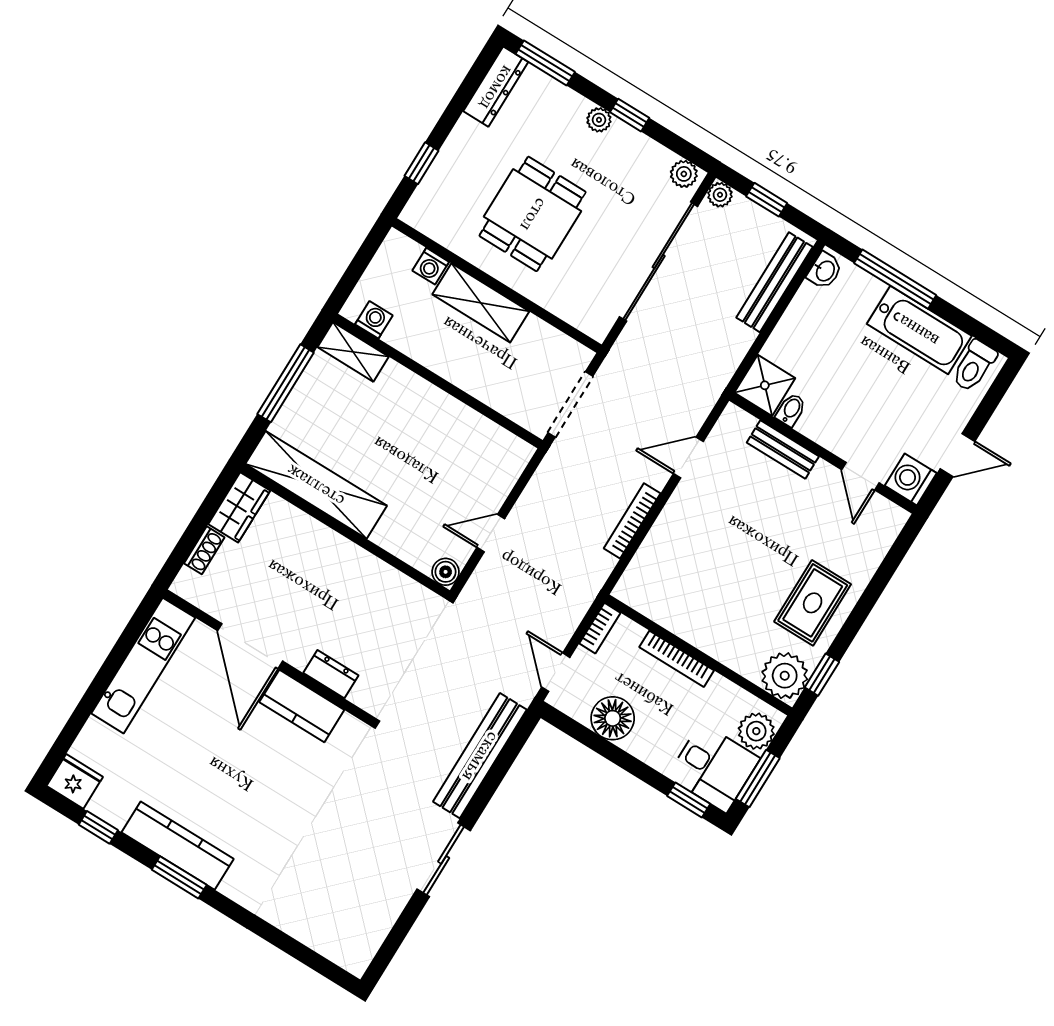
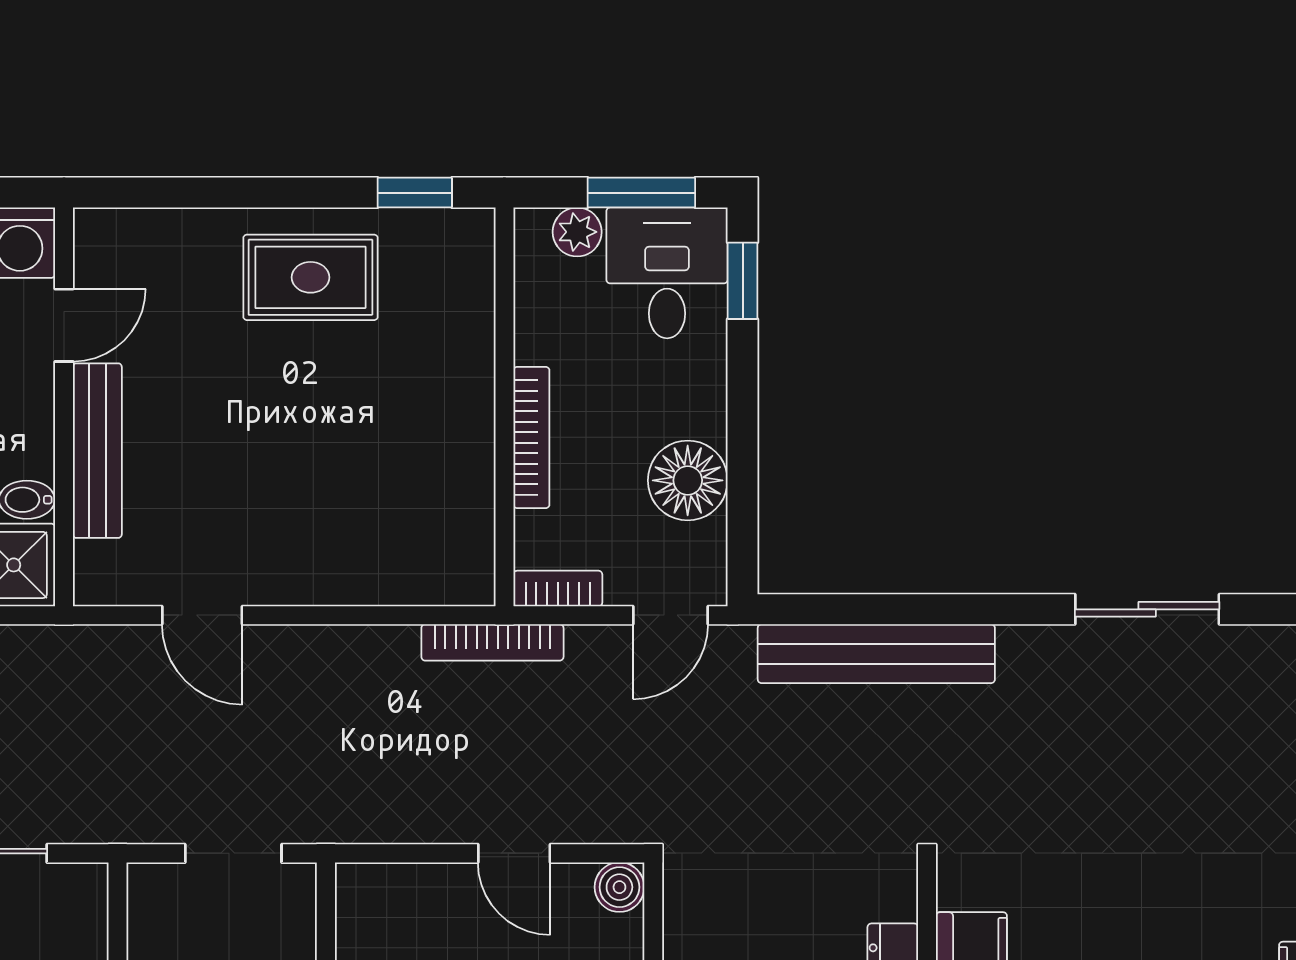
doorway: (570, 404) -> (233, 853), width x0.73
bench: (783, 449) -> (97, 451), width x1.36
bookcase: (632, 521) -> (492, 642), moved
plant: (785, 676) -> (453, 250), removed
plant: (756, 731) -> (577, 232), width x0.73, depth x0.73
sliding door: (444, 860) -> (1147, 609), moved

